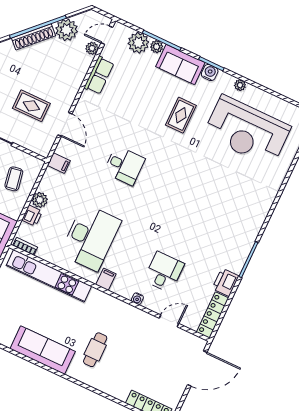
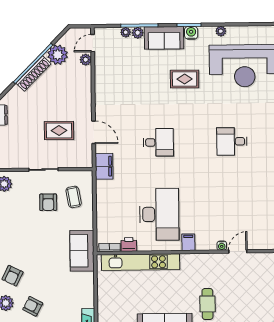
plant: (138, 43) -> (126, 32), width x0.53, depth x0.53
row of seats: (99, 75) -> (102, 79), removed
rug: (181, 115) -> (185, 79), turned 90
filing cabinet: (59, 163) -> (104, 166), width x2.00
plant: (40, 200) -> (103, 204), removed
printer: (32, 216) -> (129, 244), moved, turned -90
desk: (164, 272) -> (232, 141), moved, turned -90
door: (169, 321) -> (238, 251), moved

